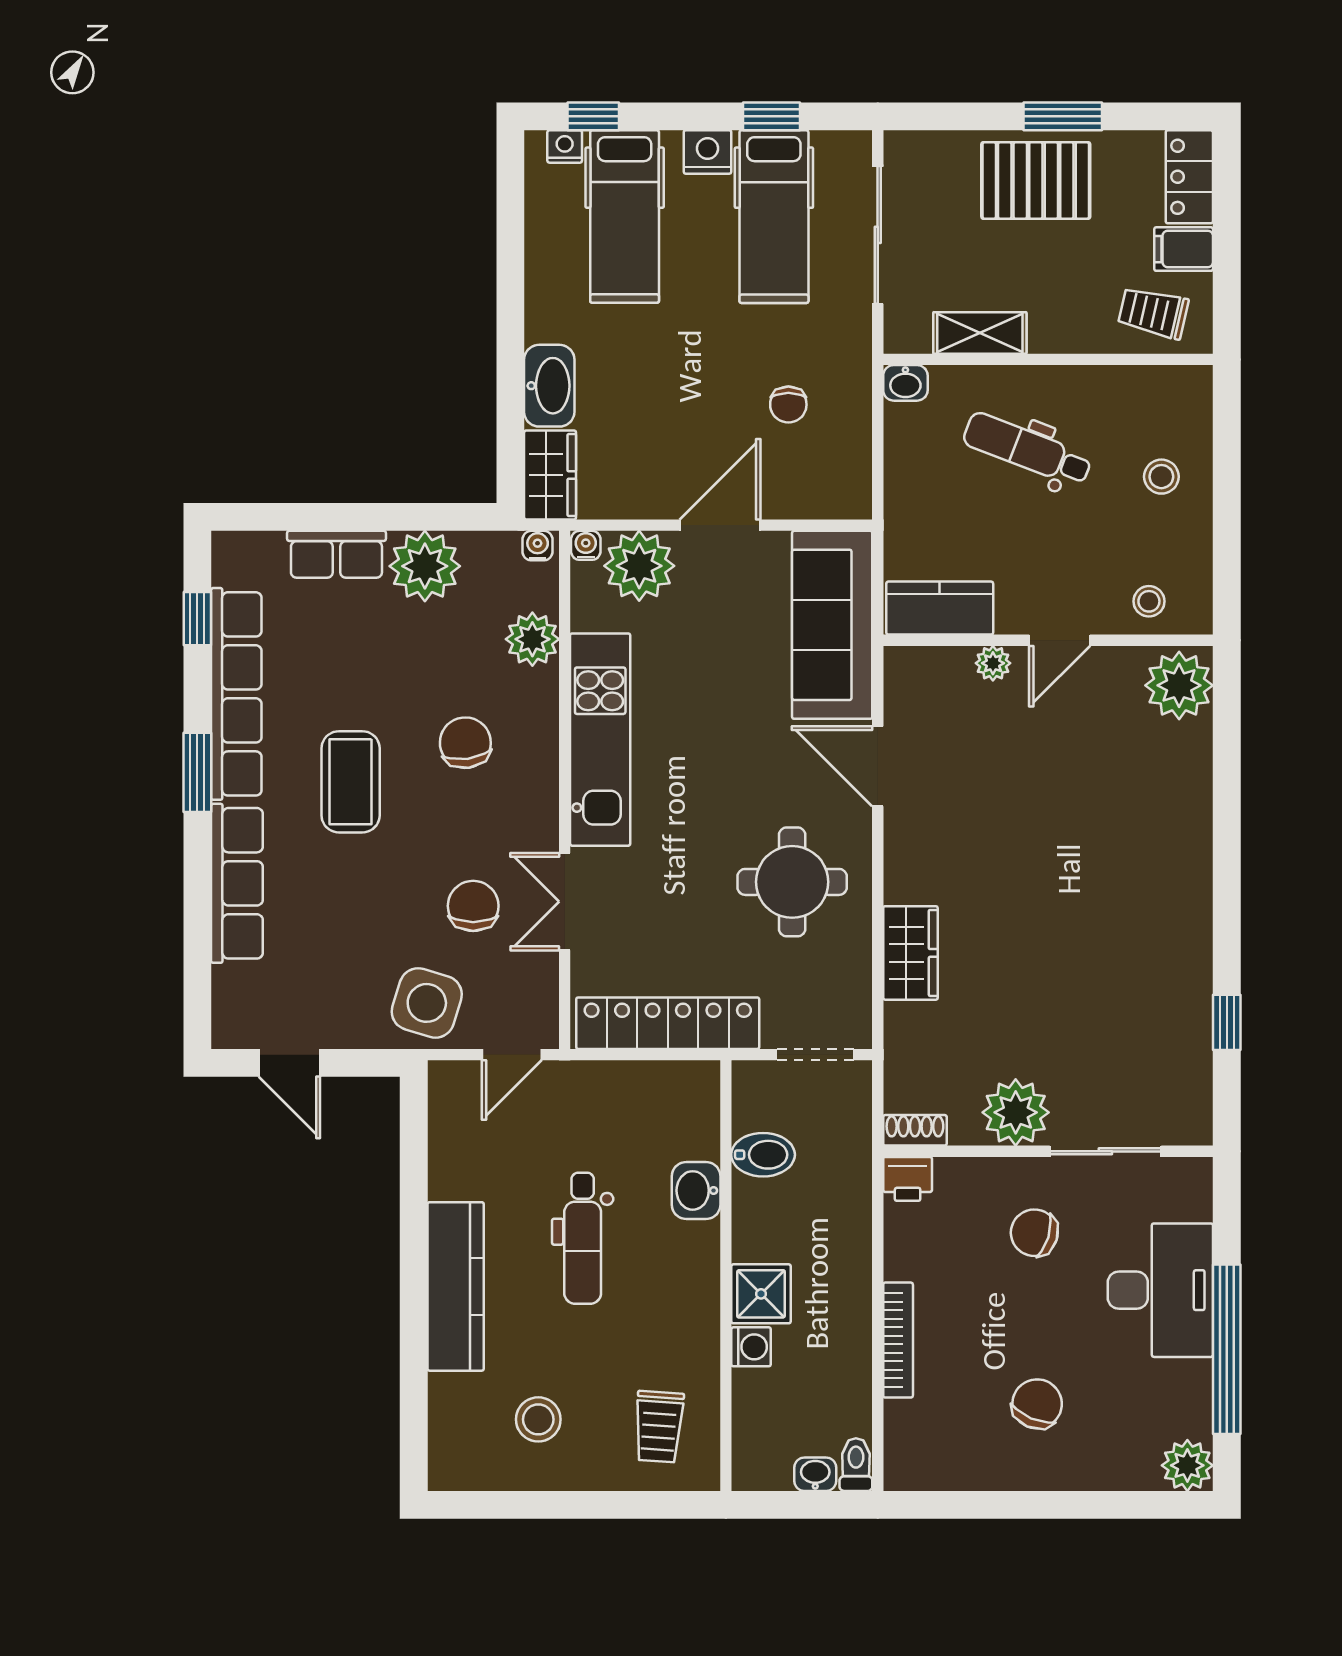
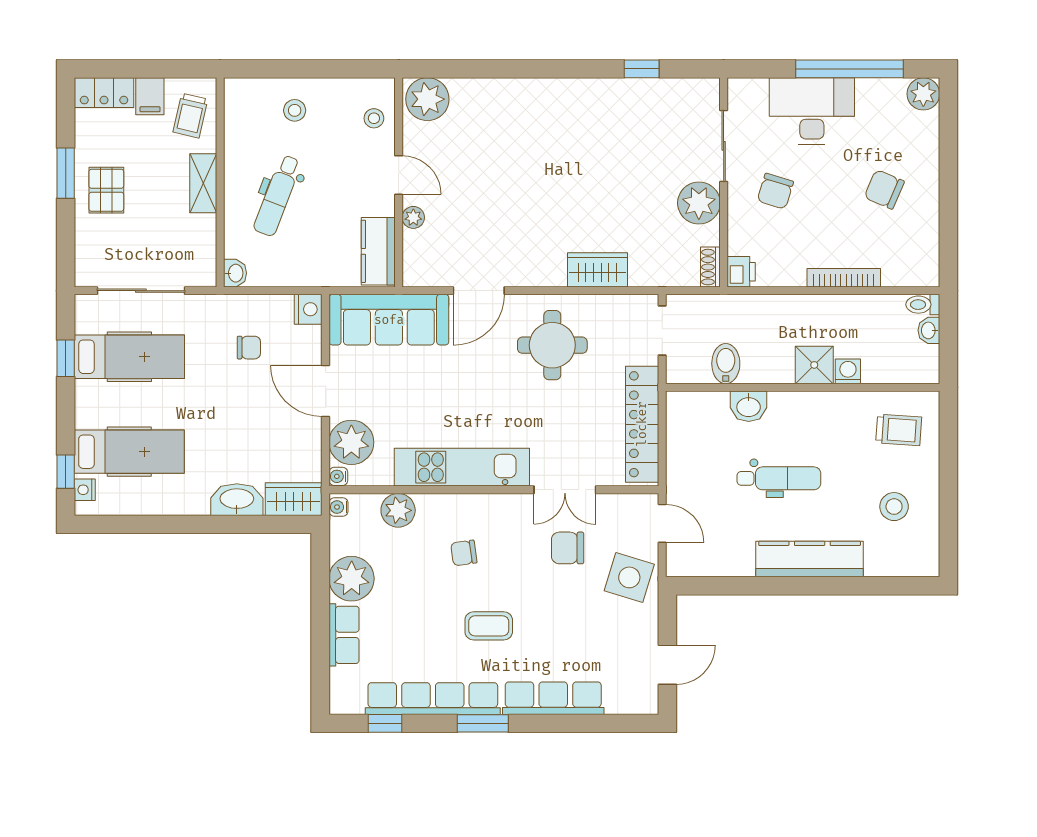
nightstand: (708, 152) -> (308, 309), moved, turned 180
pallet: (1036, 180) -> (106, 190), width x0.67, depth x0.71
shelving: (980, 333) -> (203, 183), moved
chair: (465, 743) -> (464, 553), width x0.73, depth x0.73
coffee table: (351, 782) -> (489, 626), width x0.73, depth x0.77

